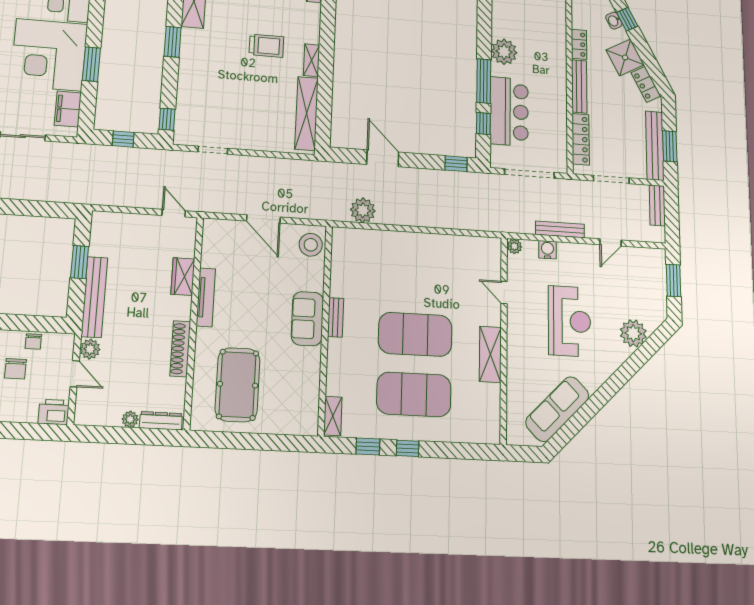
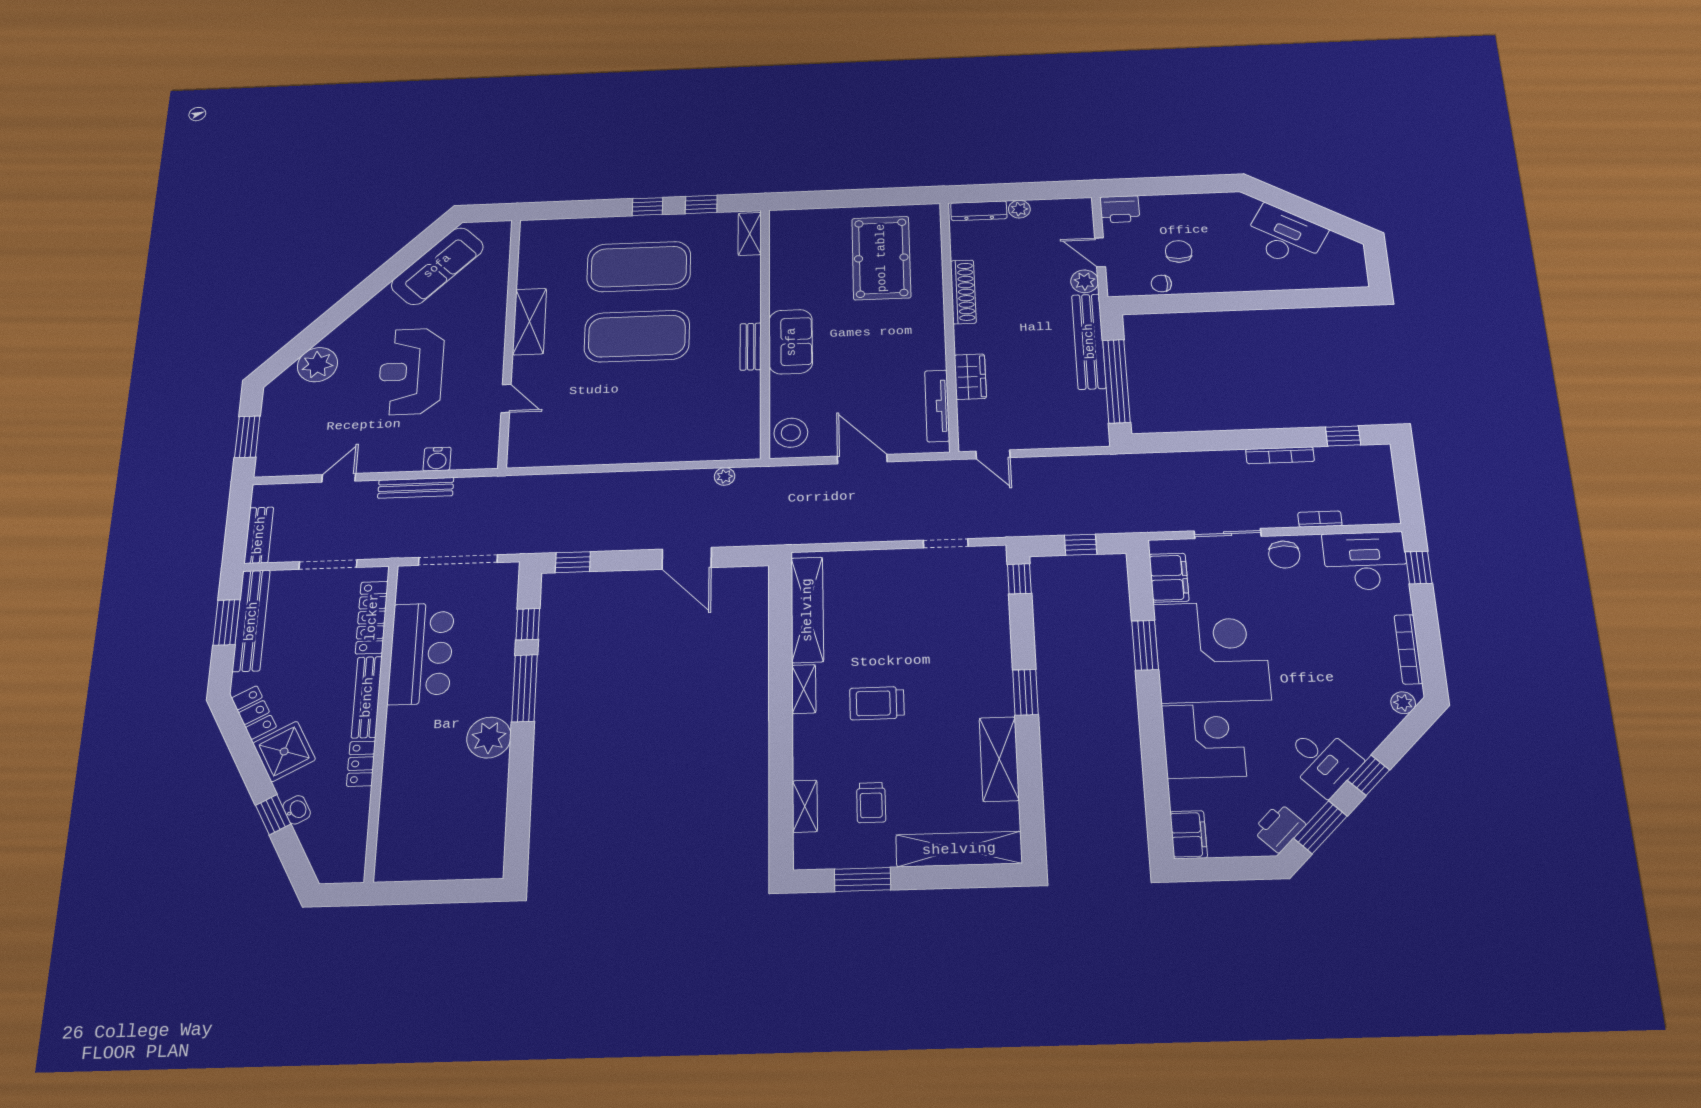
bar counter: (509, 111) -> (421, 653), moved, turned 180
plant: (363, 210) -> (725, 476), width x0.53, depth x0.53
plant: (514, 246) -> (487, 459), removed
window: (80, 262) -> (1116, 381), width x2.11
tv unit: (206, 297) -> (937, 406), moved
chair: (33, 341) -> (1161, 284), turned -90

